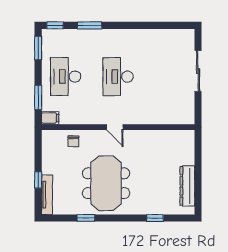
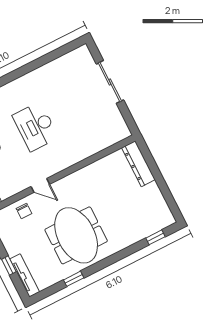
door: (115, 127) -> (40, 185), moved
dresser: (187, 186) -> (138, 164), moved
window: (155, 218) -> (155, 237), moved

